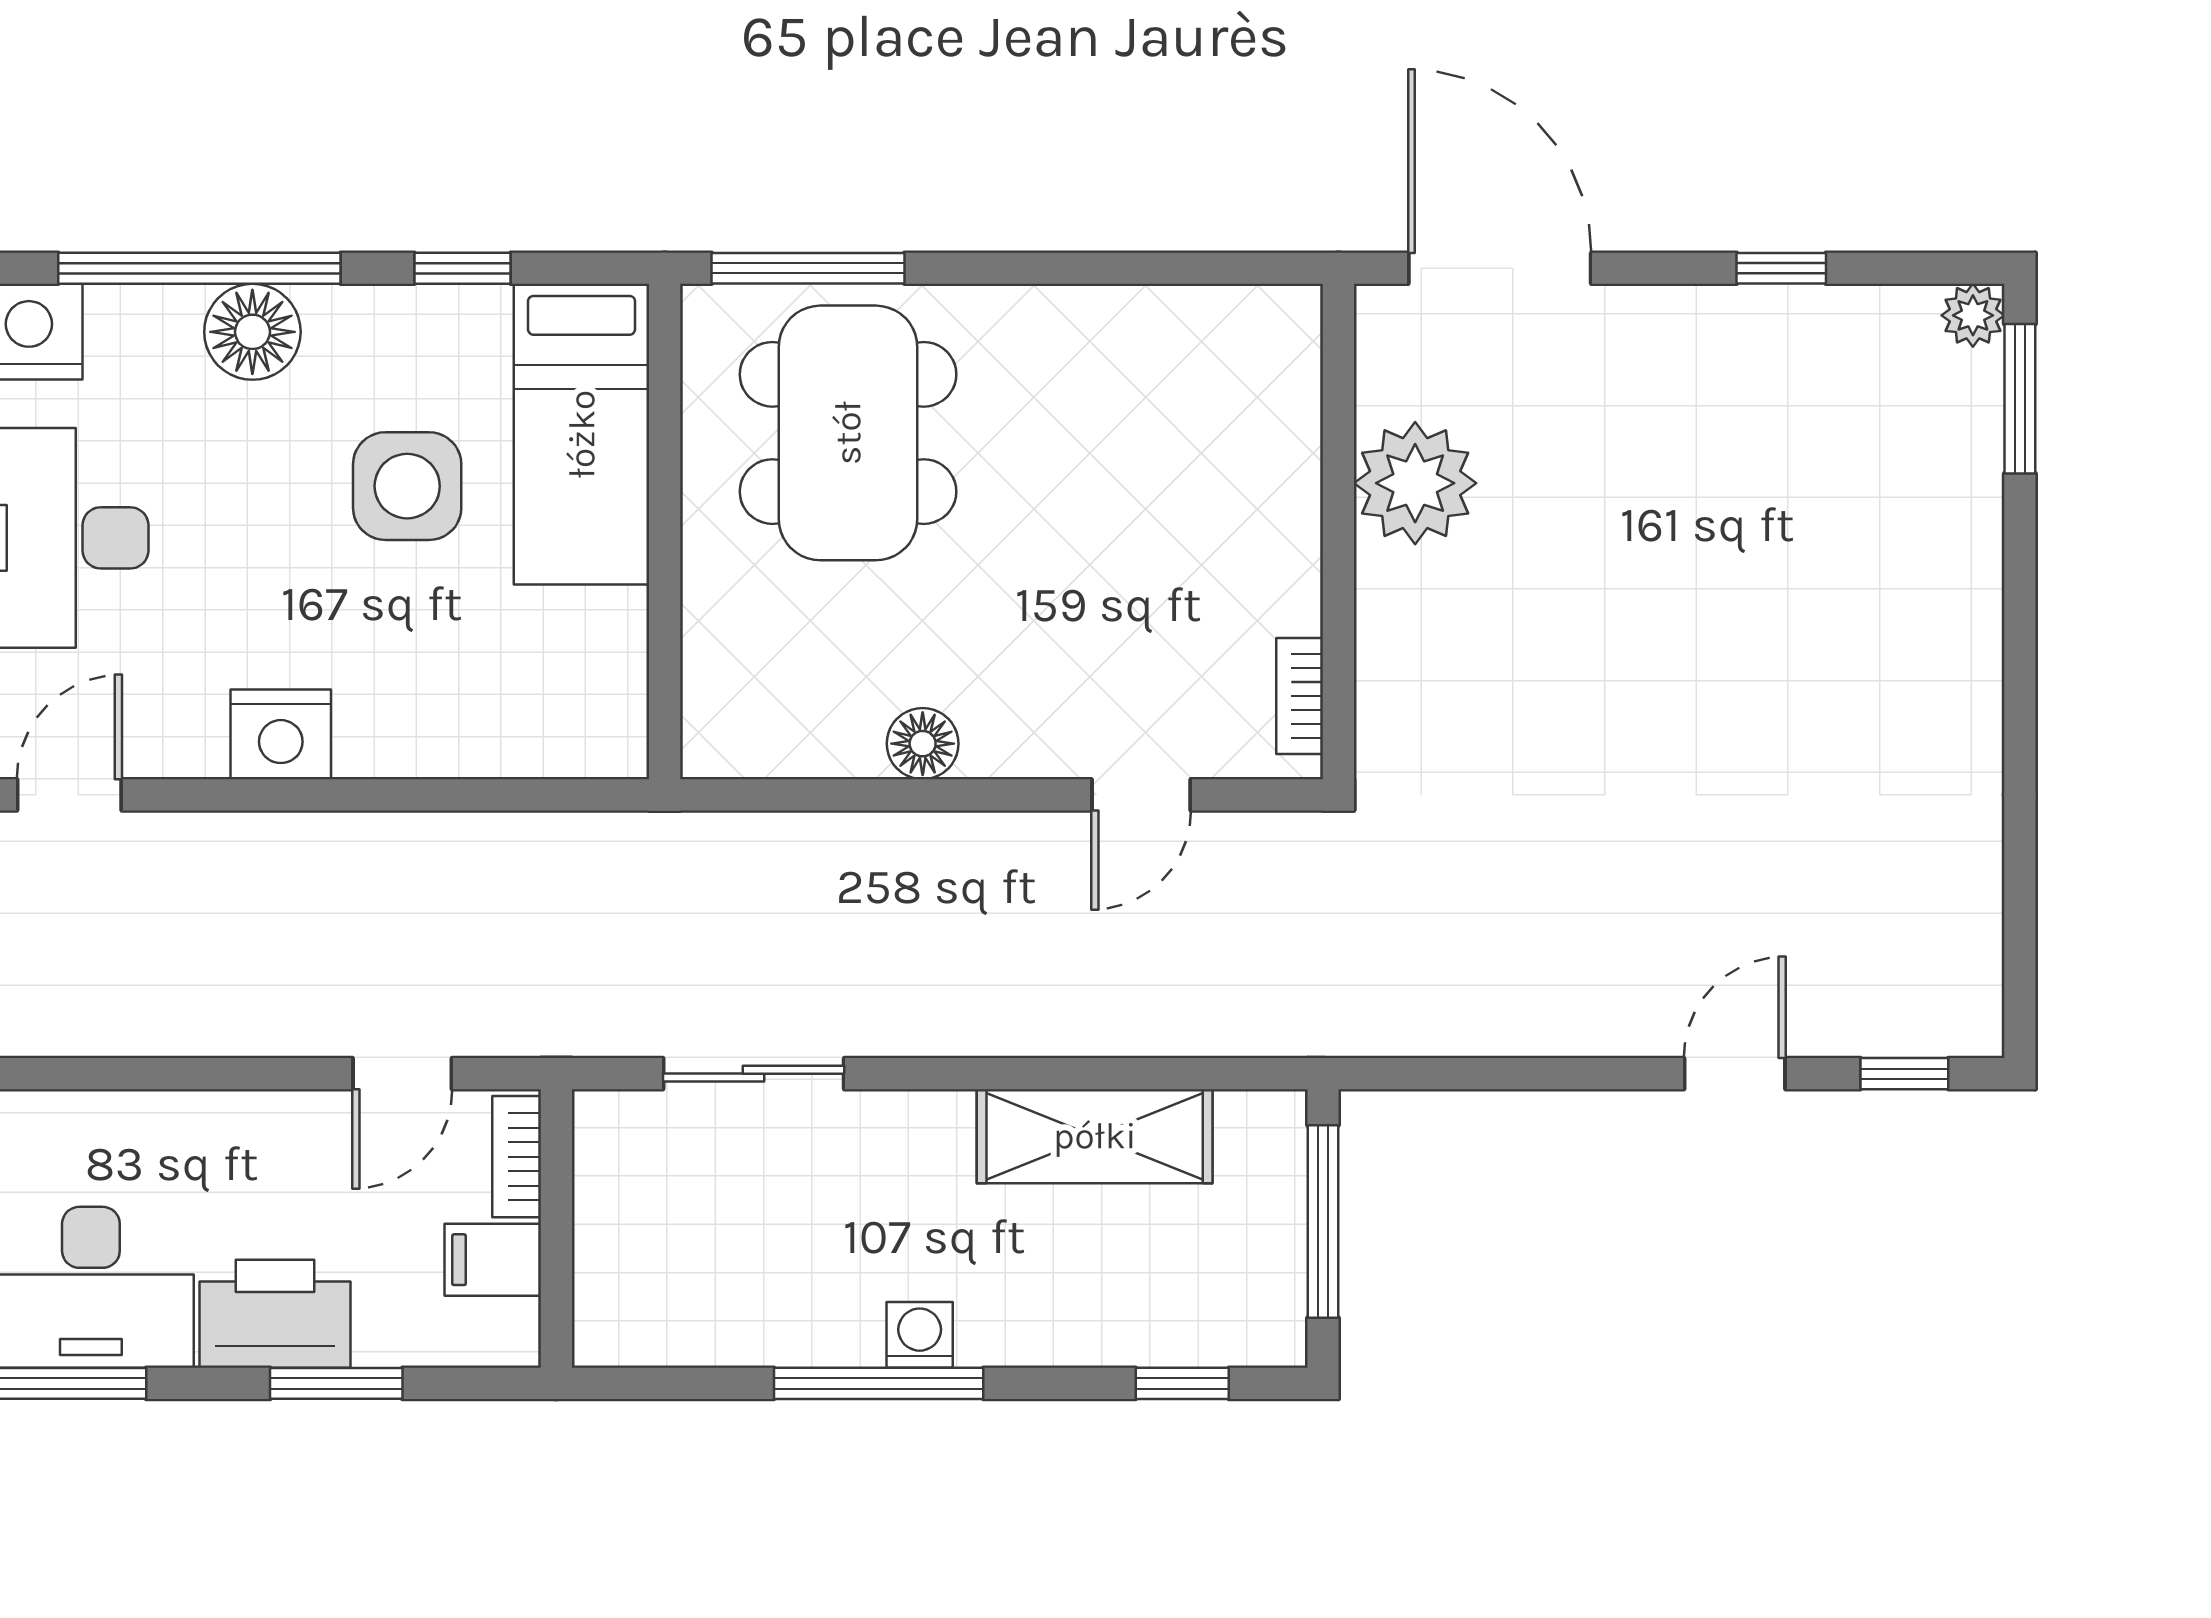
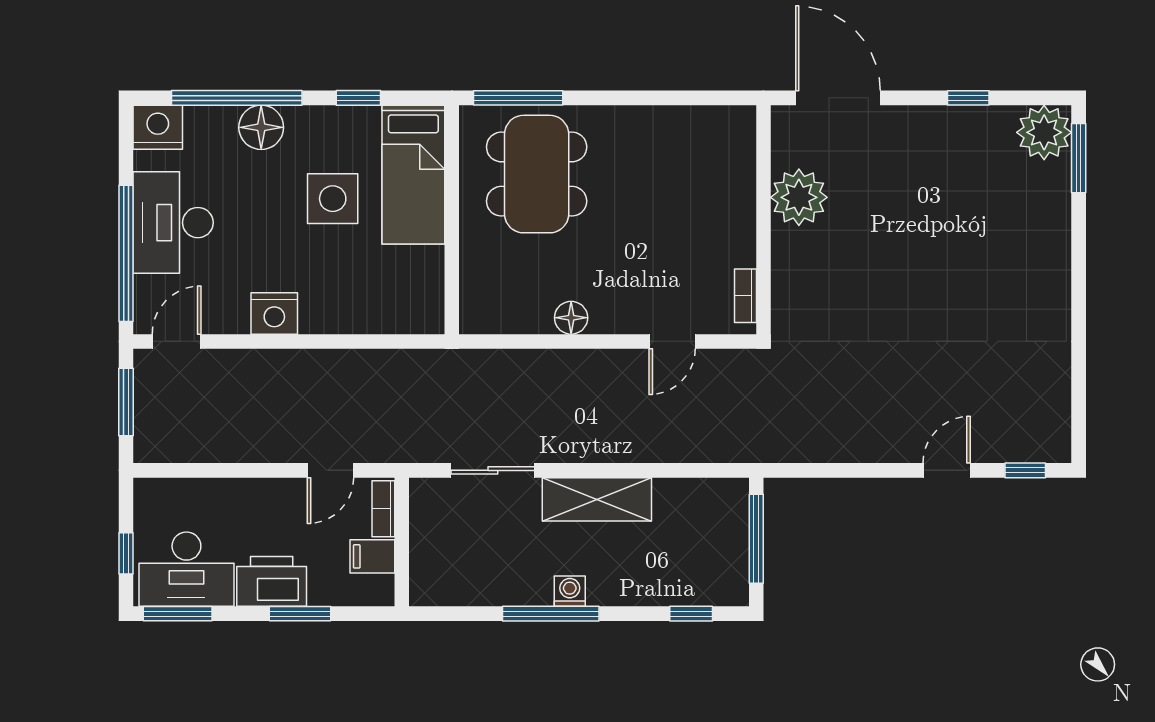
plant: (1973, 315) -> (1044, 132), width x1.87, depth x1.87
shelving: (1095, 1136) -> (597, 499), moved

